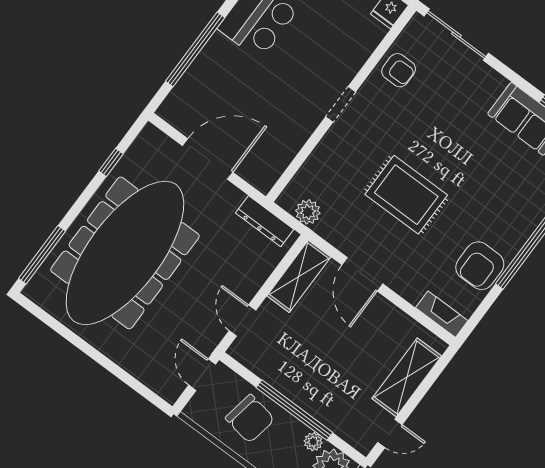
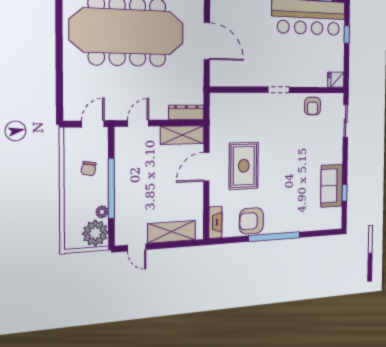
sliding door: (456, 35) -> (346, 121), width x0.73
rug: (406, 195) -> (244, 166), moved
plant: (308, 212) -> (217, 114), removed
dresser: (265, 221) -> (186, 112), moved, turned 90
chair: (250, 419) -> (89, 168), width x0.54, depth x0.54

